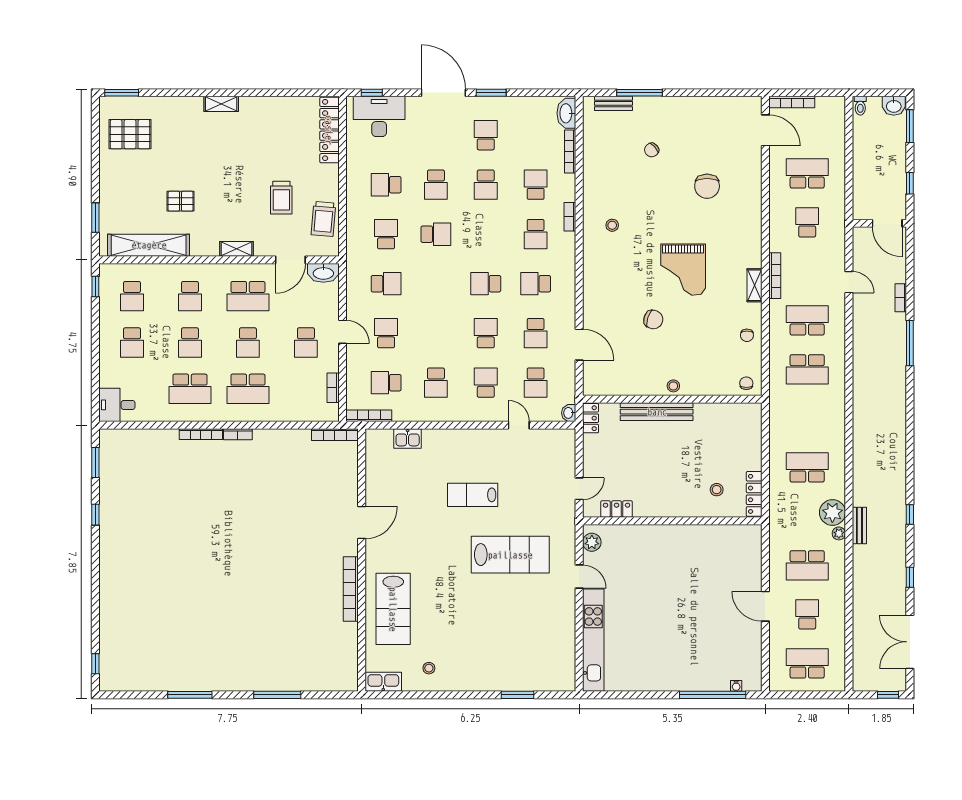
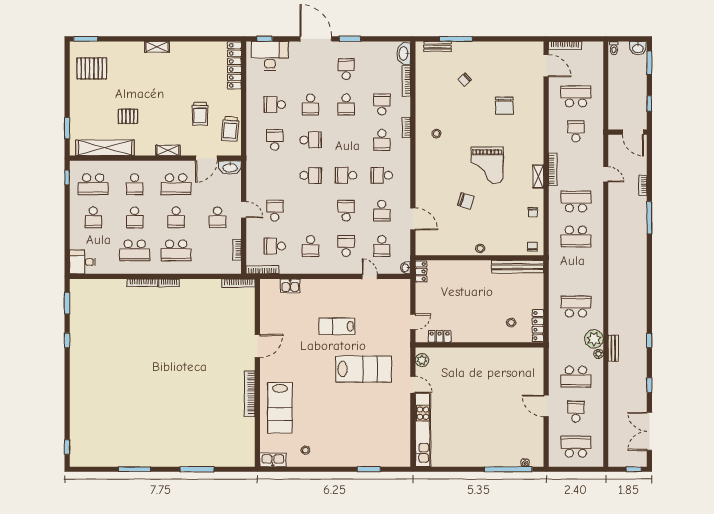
school desk: (386, 284) -> (310, 175), moved
school desk: (132, 296) -> (93, 184), width x1.85
bench: (657, 412) -> (518, 267), moved

